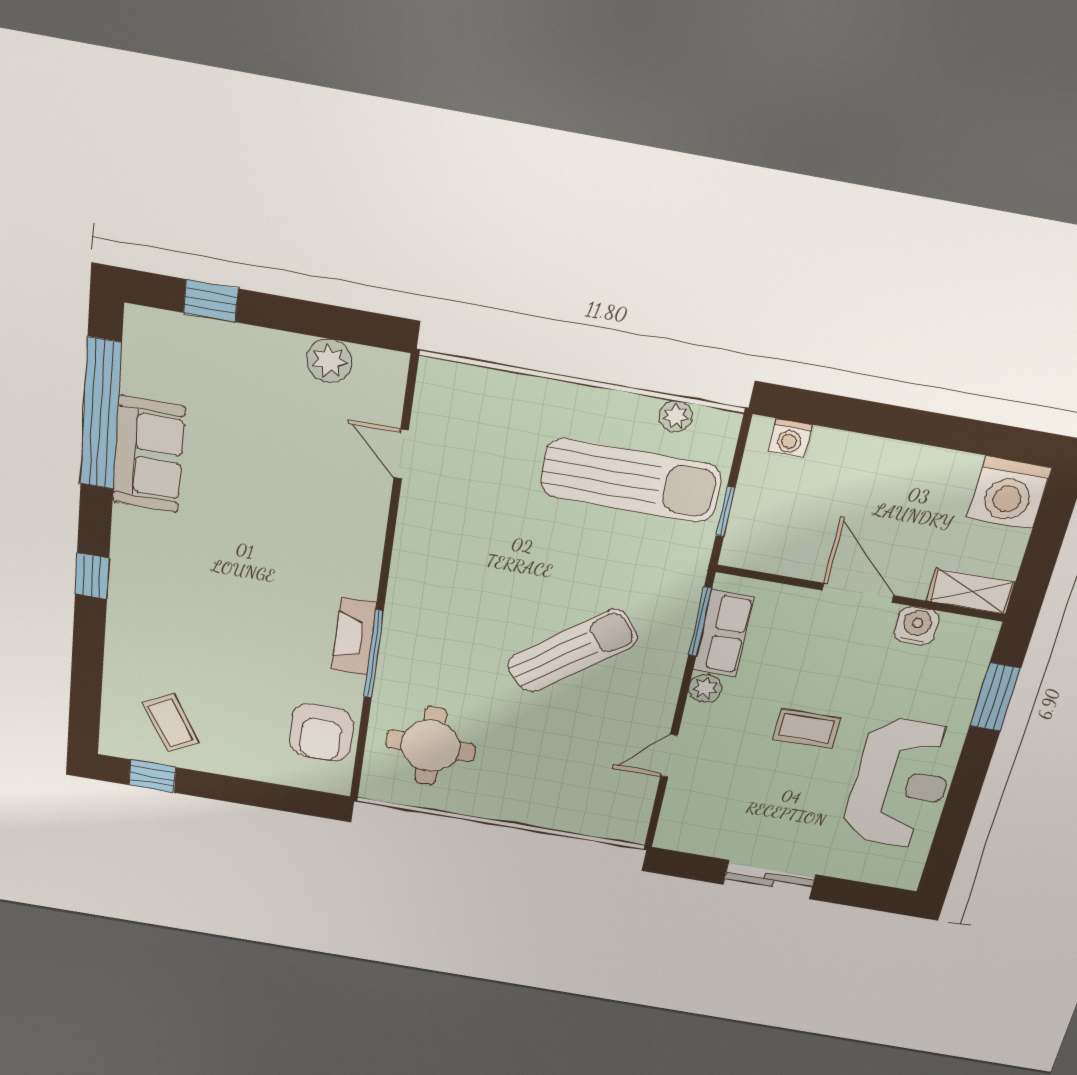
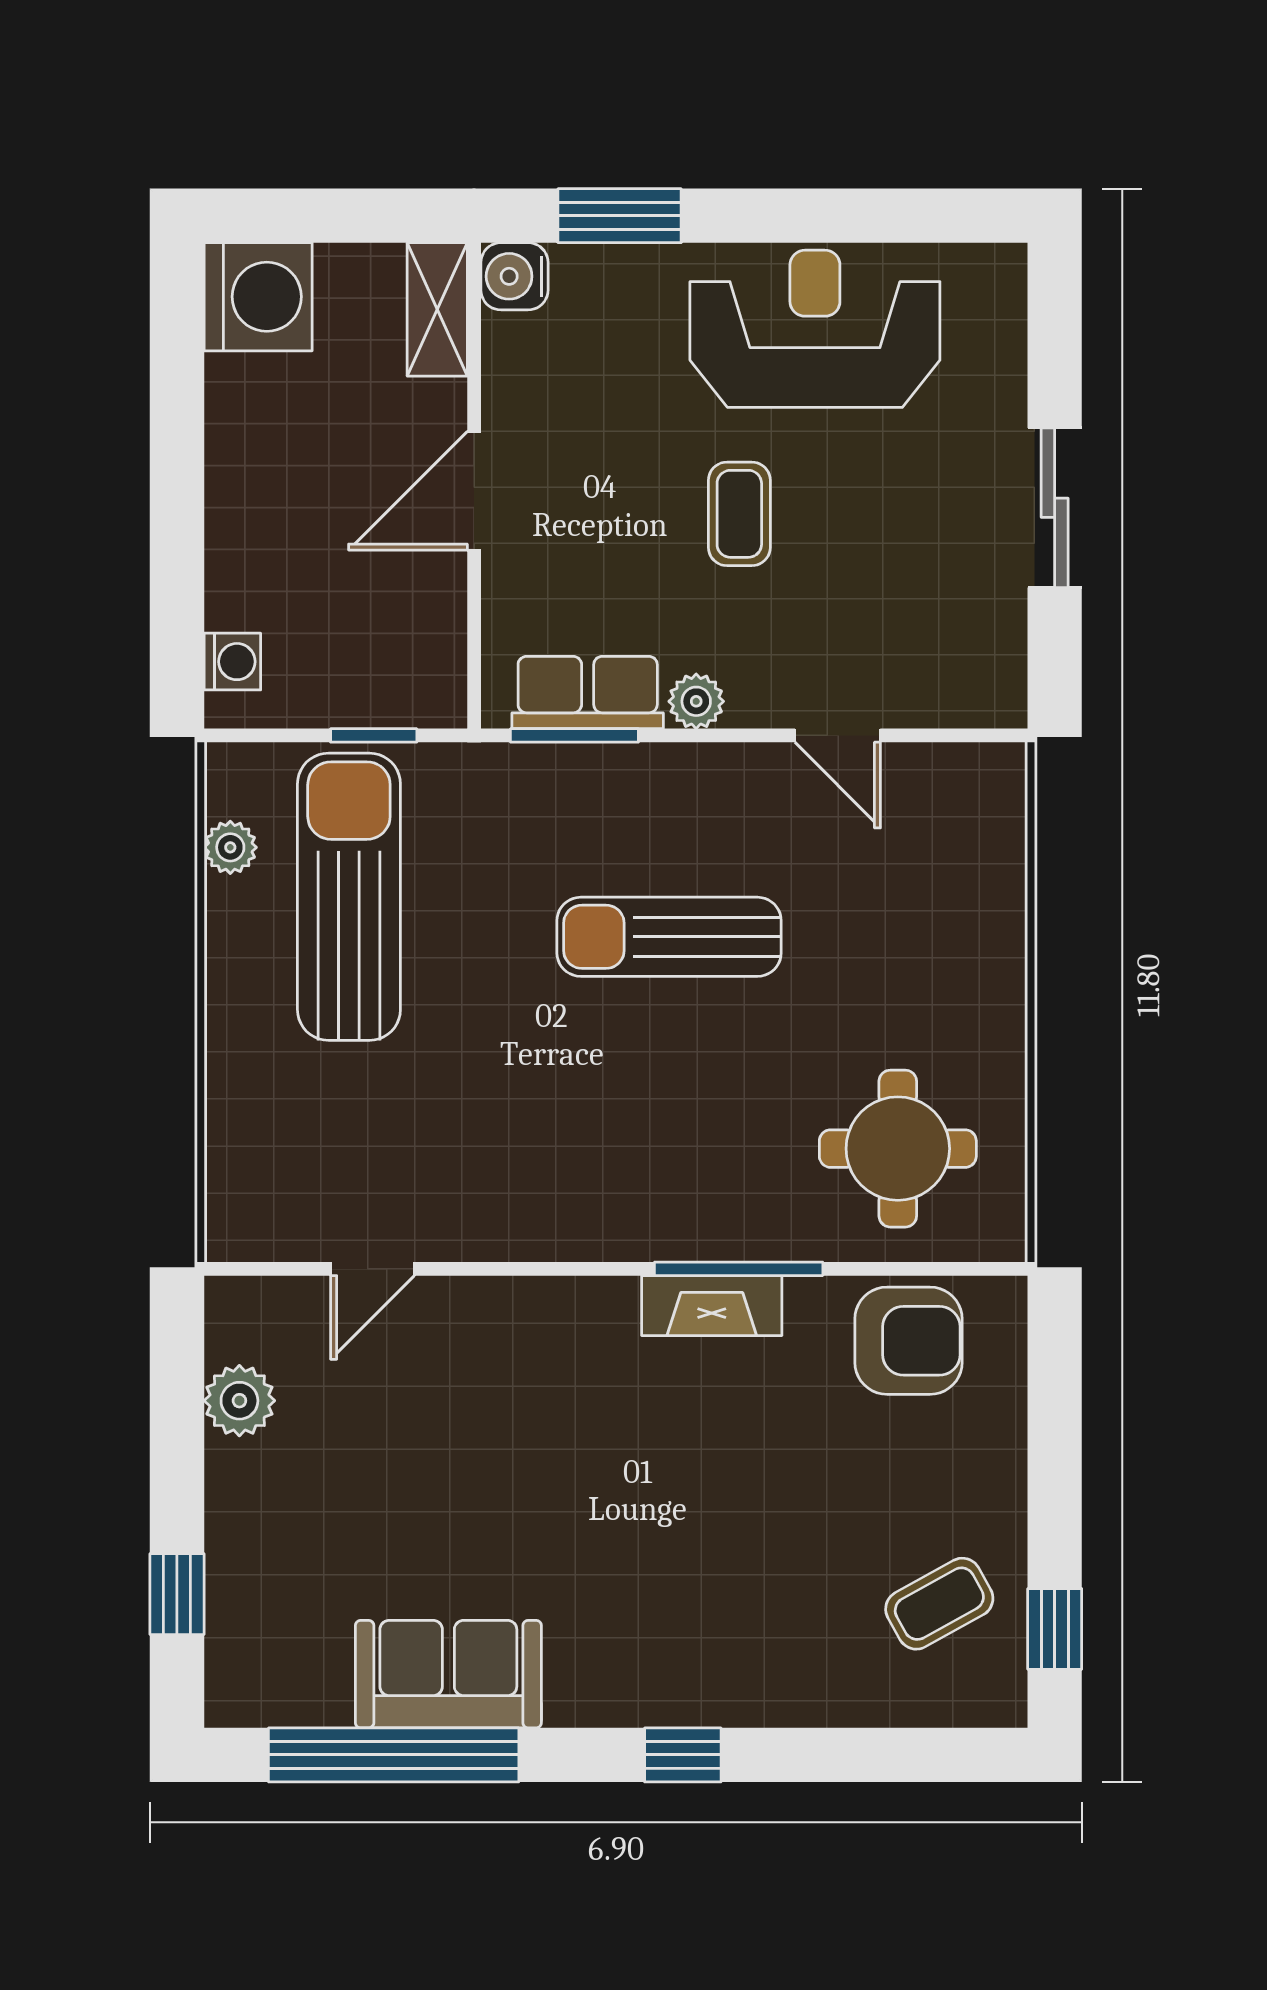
water cooler: (917, 626) -> (514, 276), moved
sun lounger: (572, 651) -> (669, 937), turned -52

